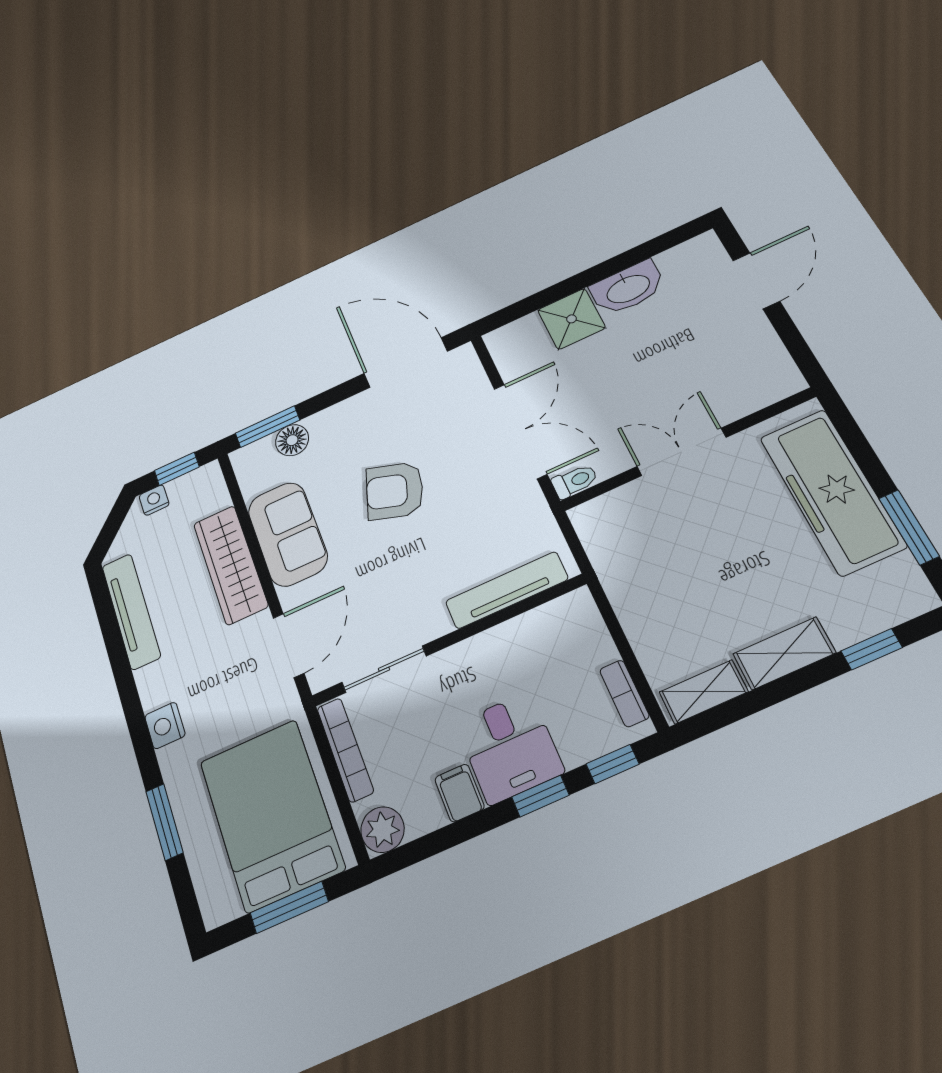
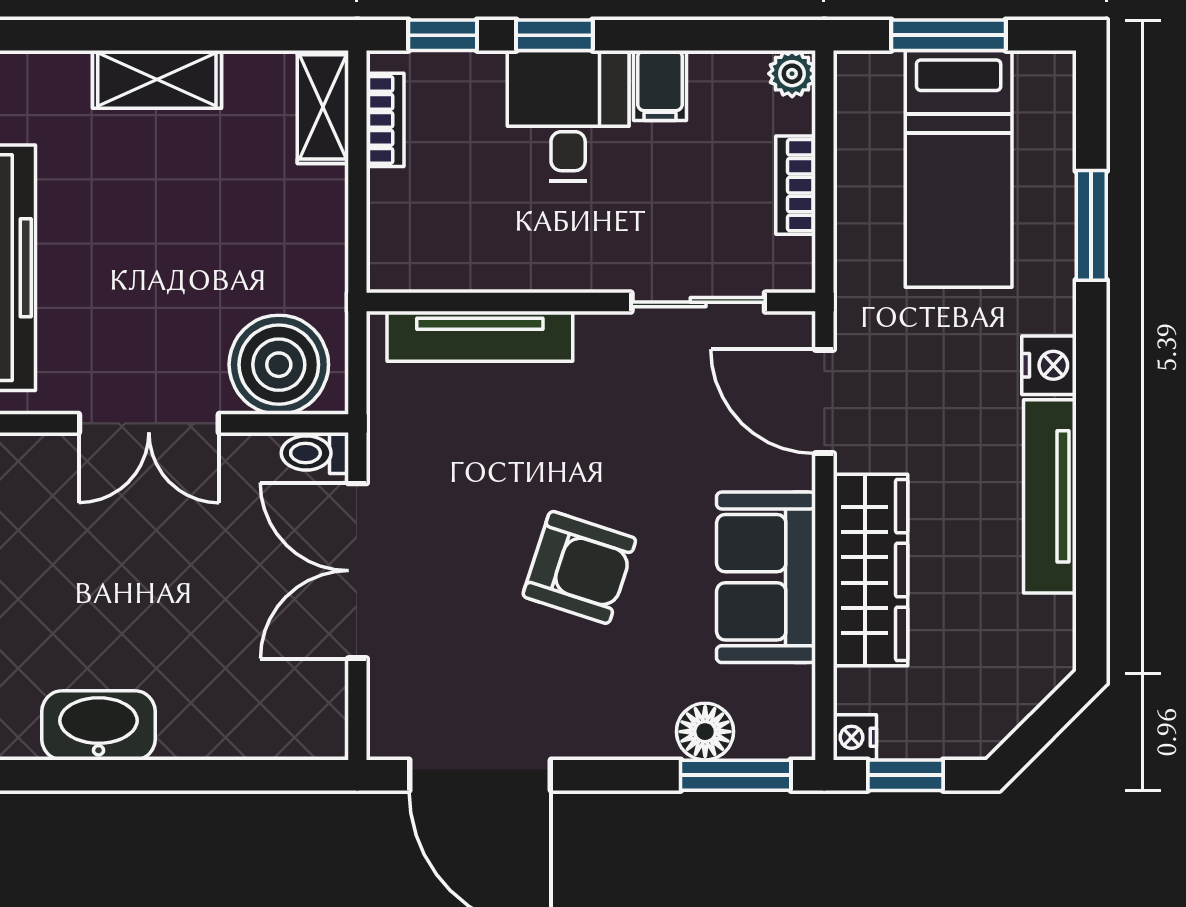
shower: (571, 319) -> (203, 717), removed
nightstand: (154, 500) -> (855, 737), moved, turned 90
boiler: (620, 519) -> (279, 365), added
tv unit: (131, 611) -> (1050, 496), moved
door: (288, 645) -> (824, 401), hinge flipped
window: (872, 649) -> (48, 35), removed
shelving: (704, 692) -> (323, 107), moved, turned 90
bookcase: (345, 750) -> (796, 185), width x0.64
bed: (271, 815) -> (959, 169), width x0.67
plant: (382, 830) -> (792, 74), width x0.73, depth x0.73

